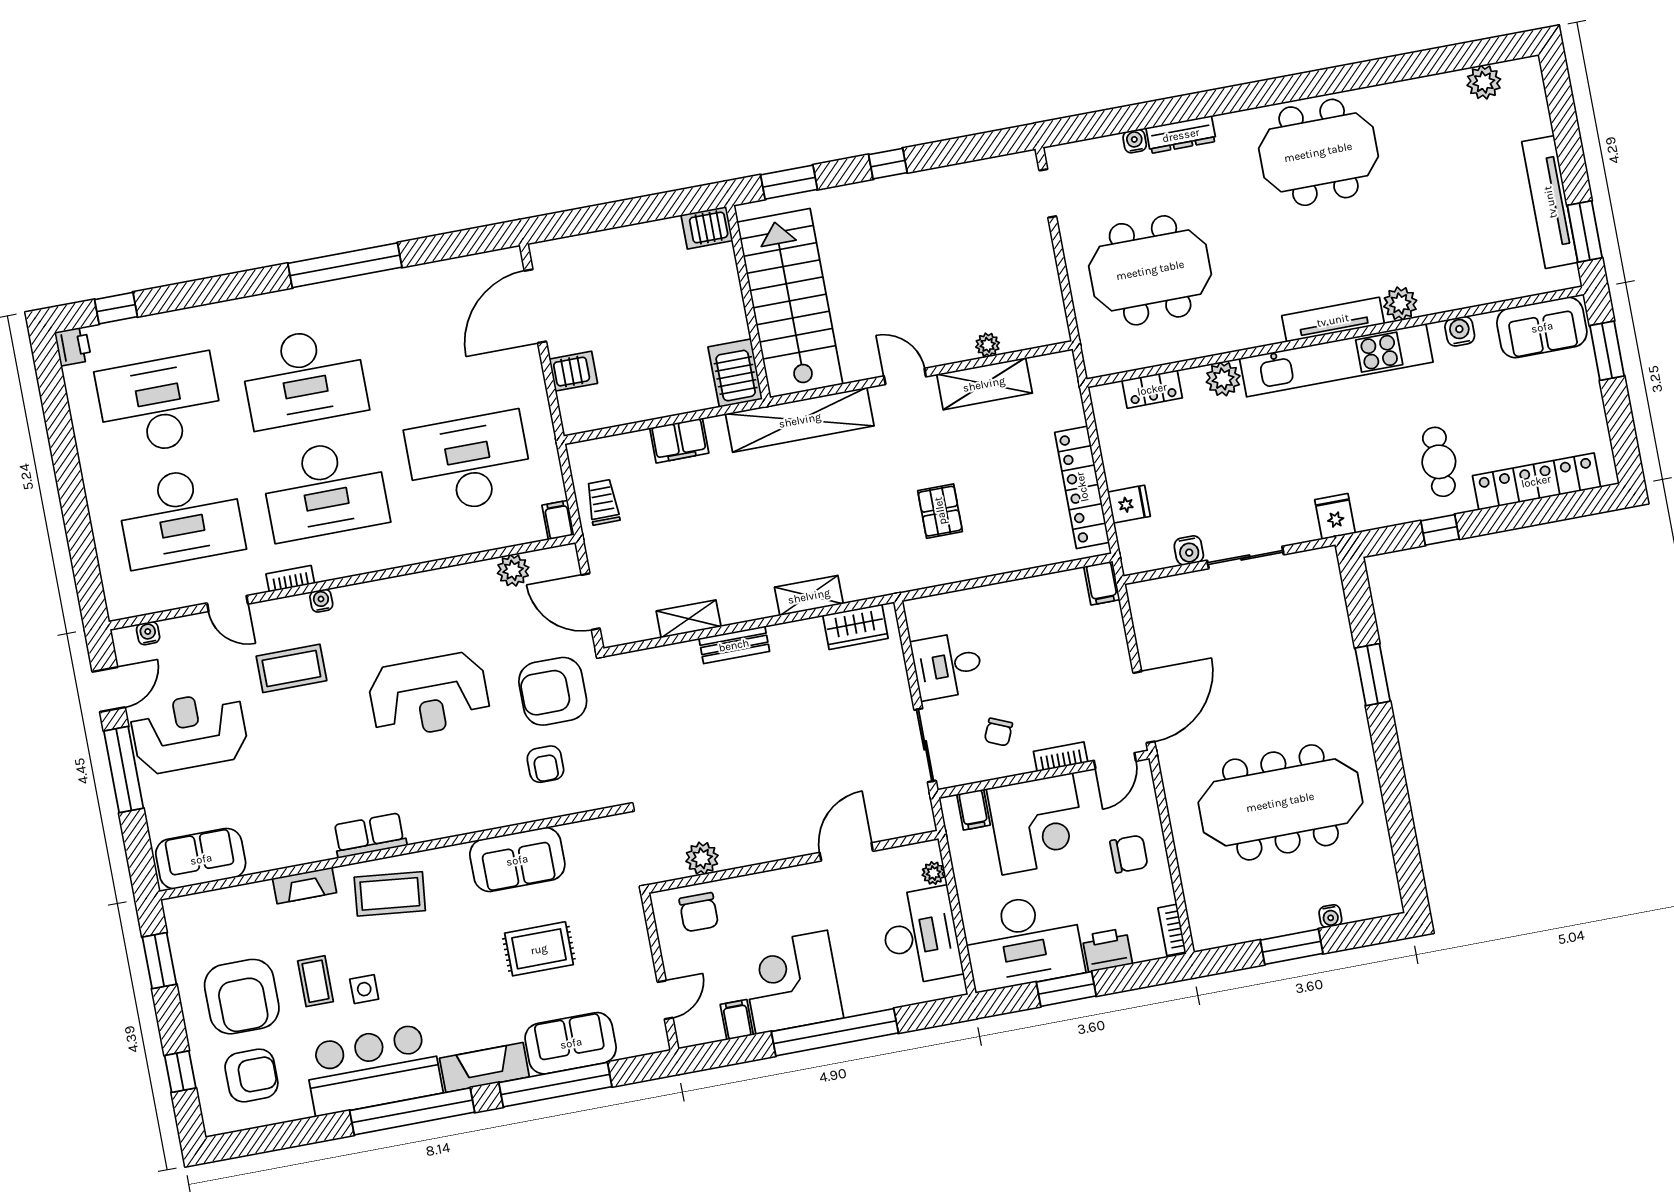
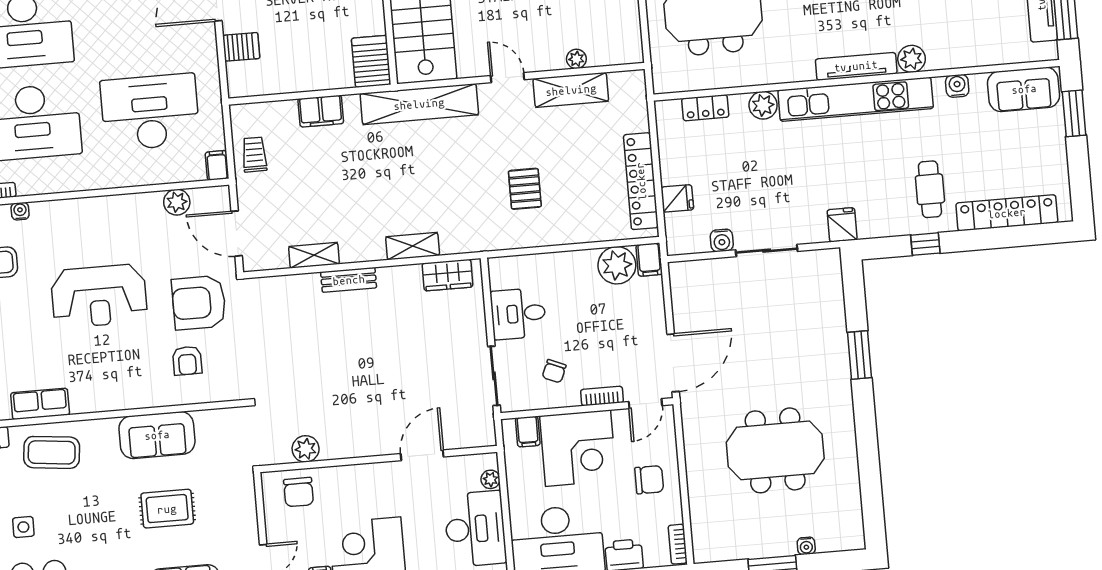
plant: (1063, 594) -> (617, 265), added
meeting table: (1280, 802) -> (775, 450), width x0.73

